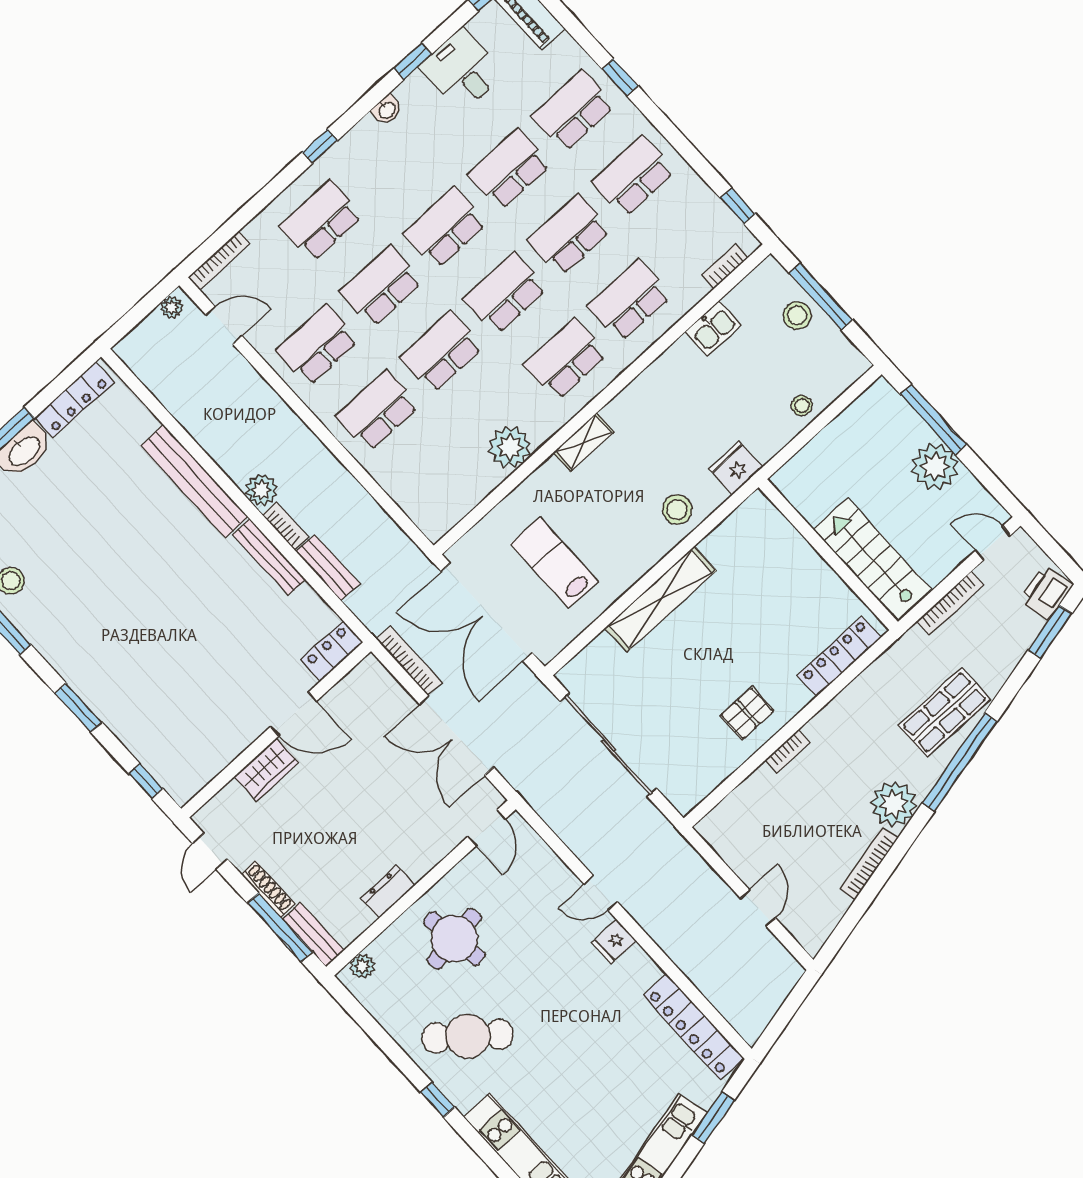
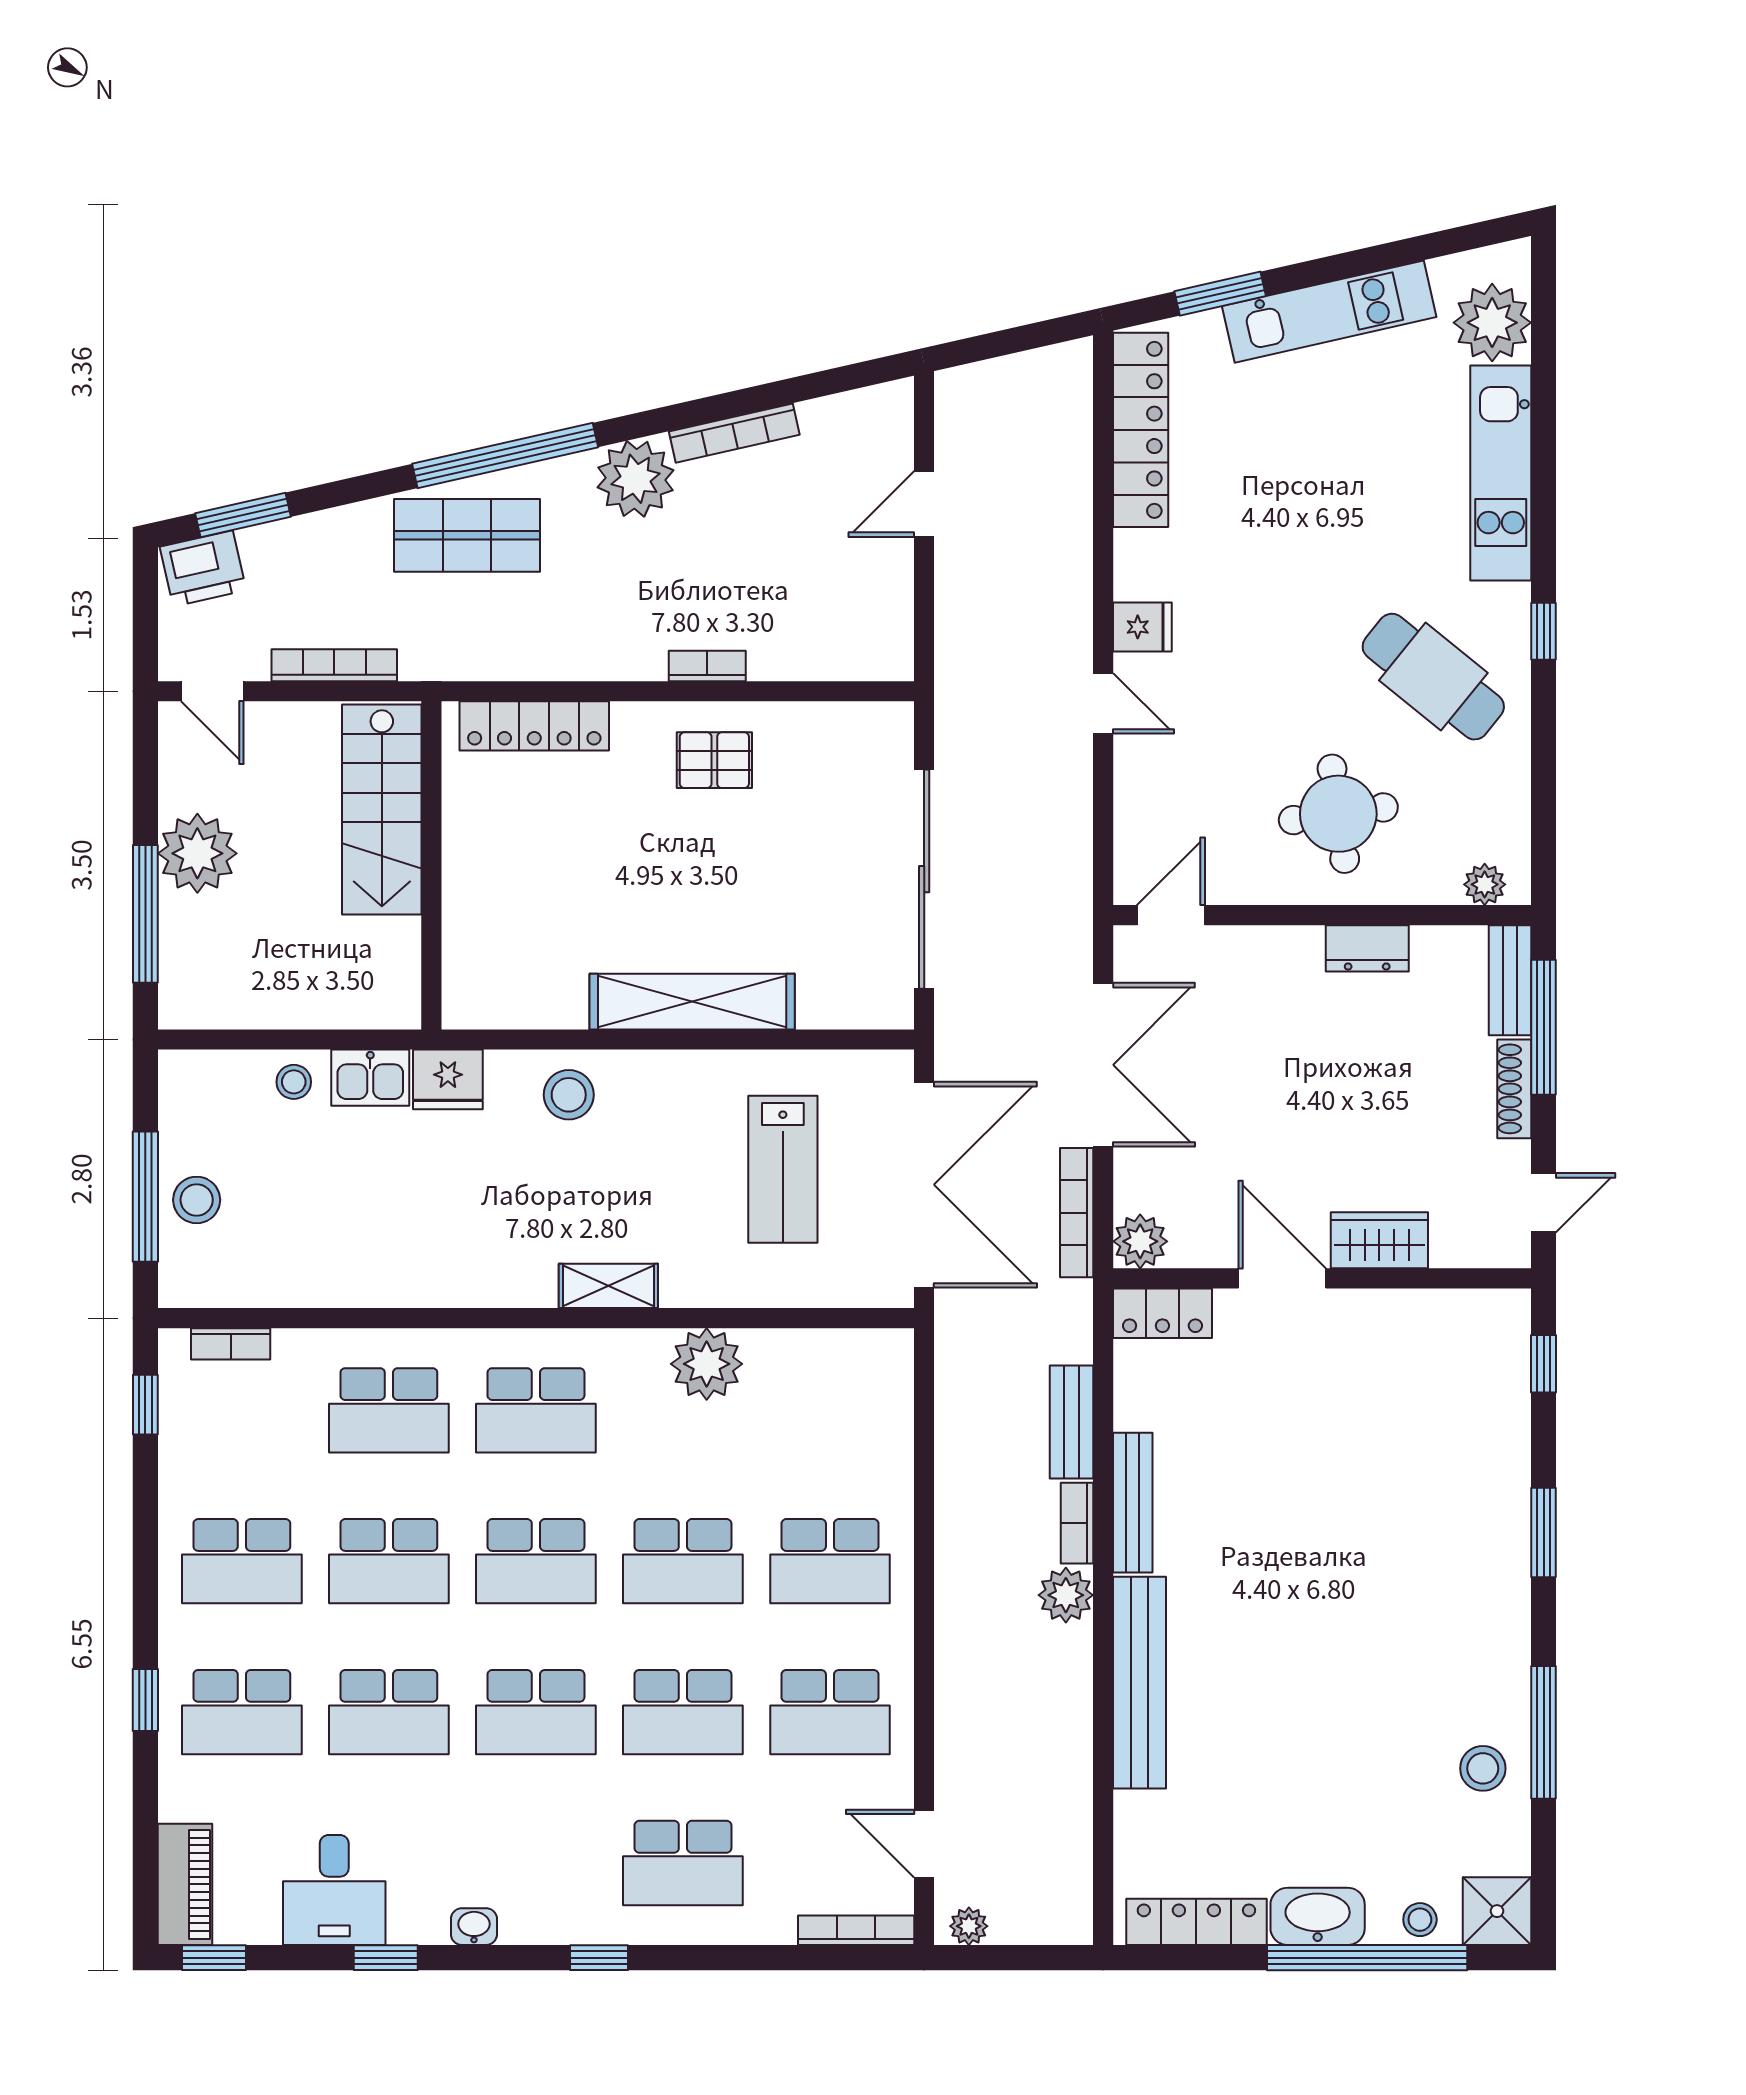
kitchen sink: (713, 328) -> (370, 1078), moved, turned 180
plant: (370, 674) -> (1140, 1241), added

